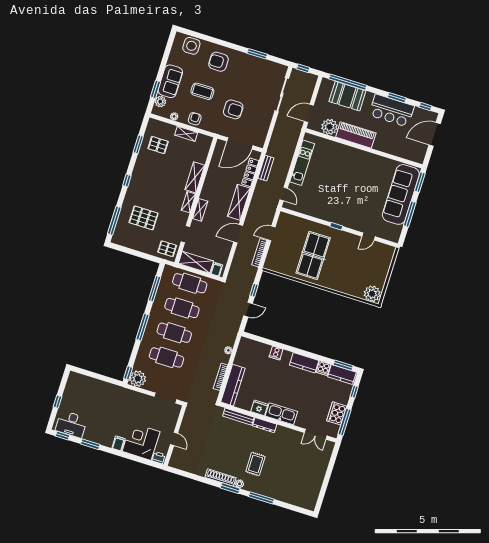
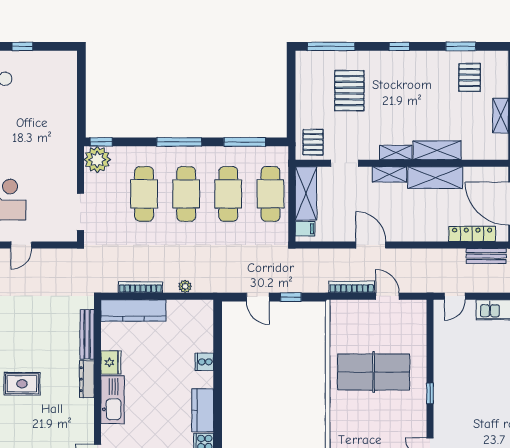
shelving: (239, 202) -> (435, 178), moved

